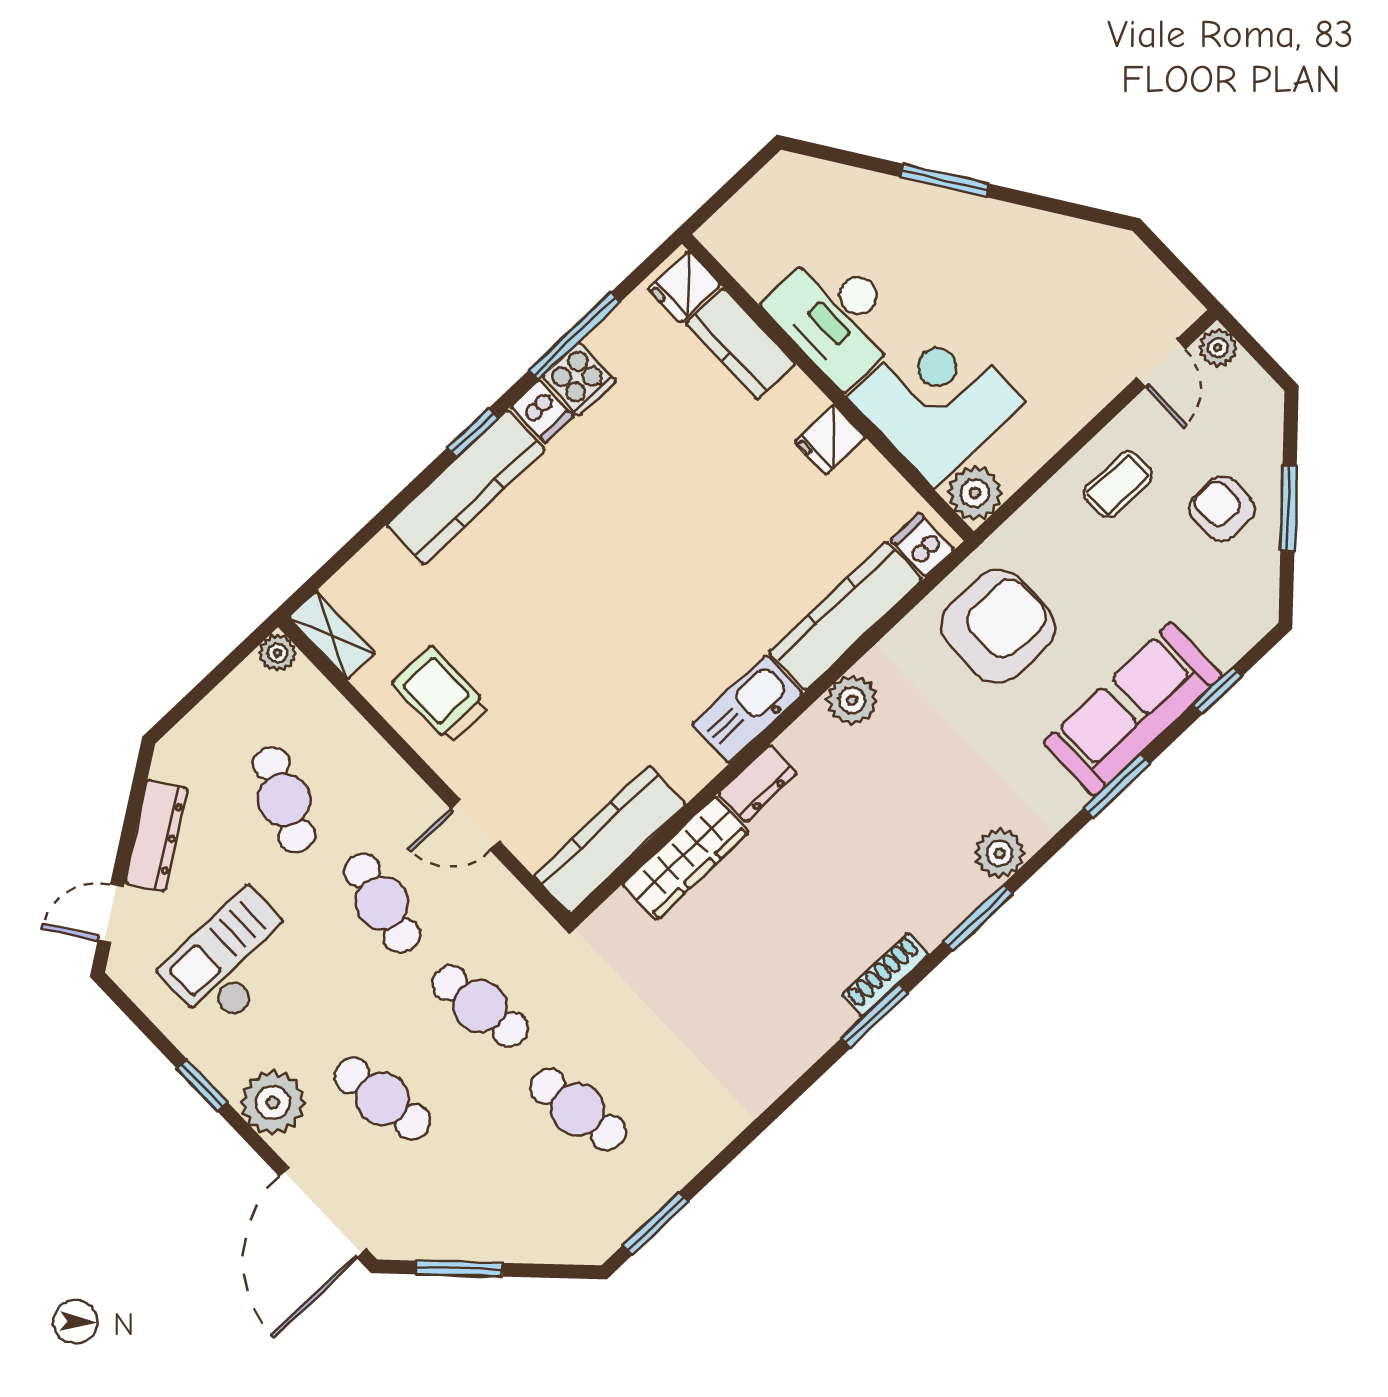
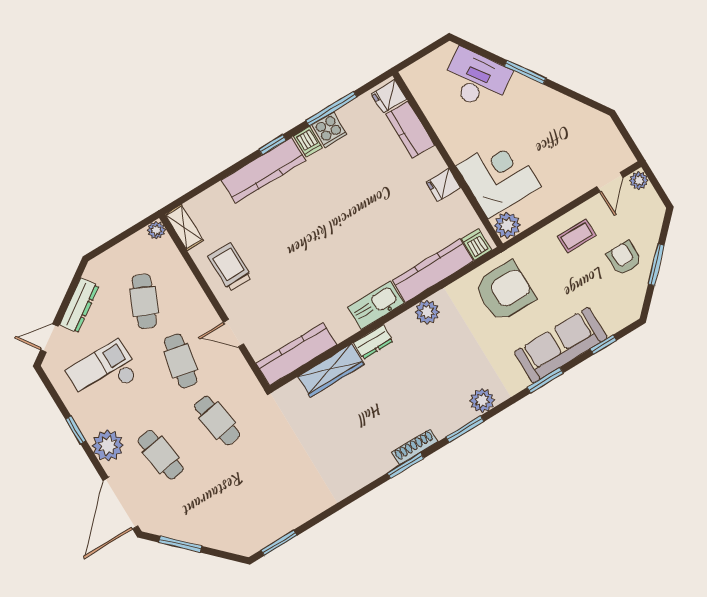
desk: (836, 316) -> (476, 79), moved, turned 146
cafe table: (578, 1109) -> (253, 480), removed

